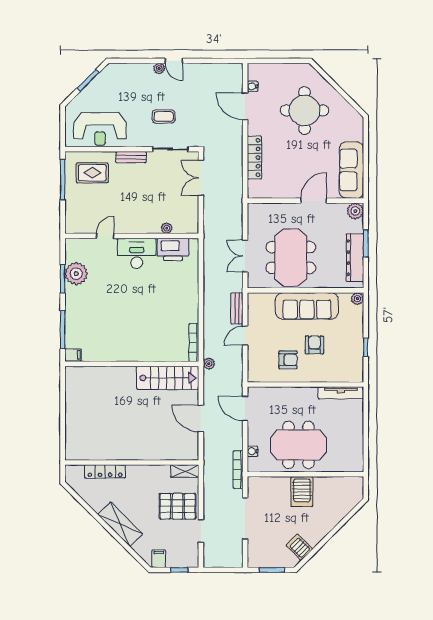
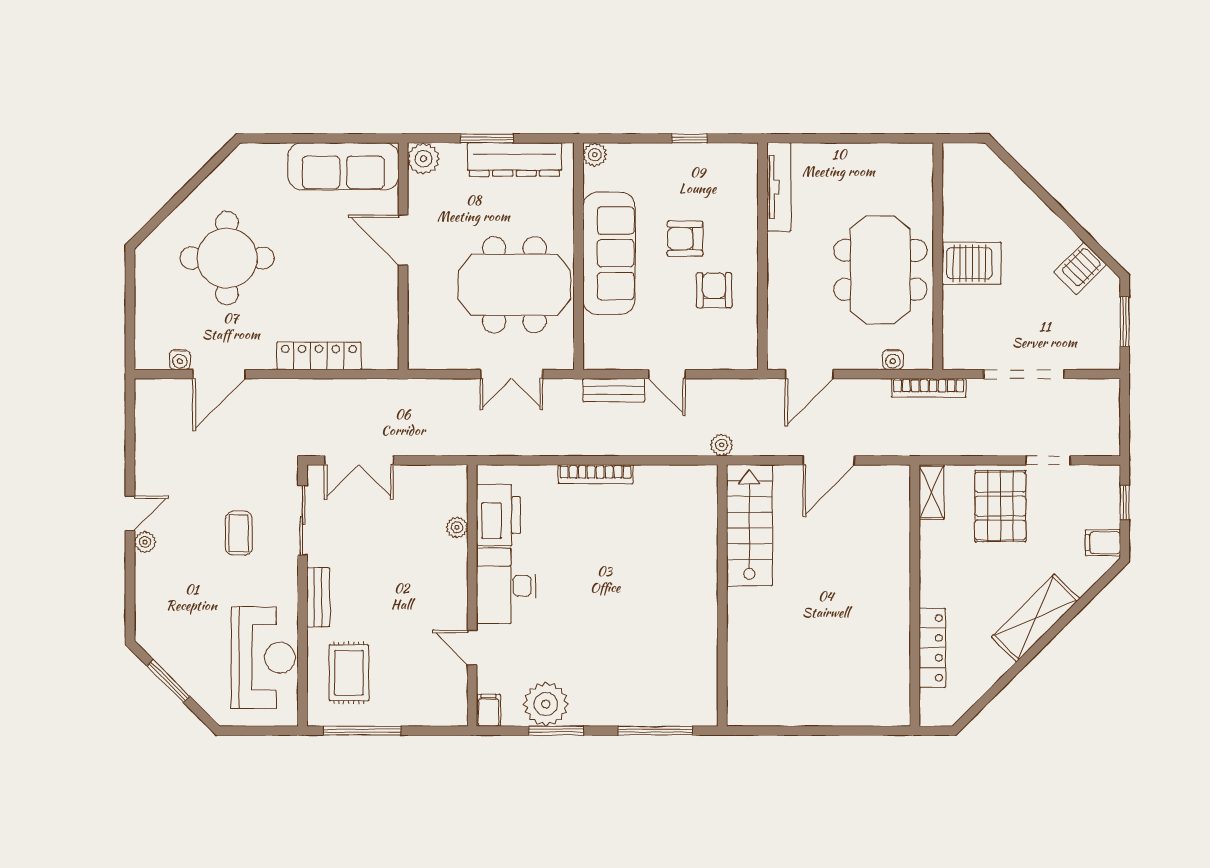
bookcase: (194, 343) -> (596, 474), moved
filing cabinet: (73, 355) -> (488, 710), moved

